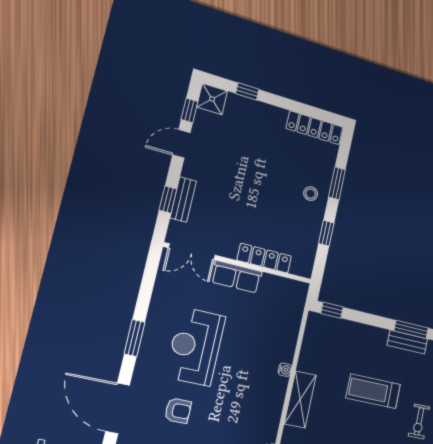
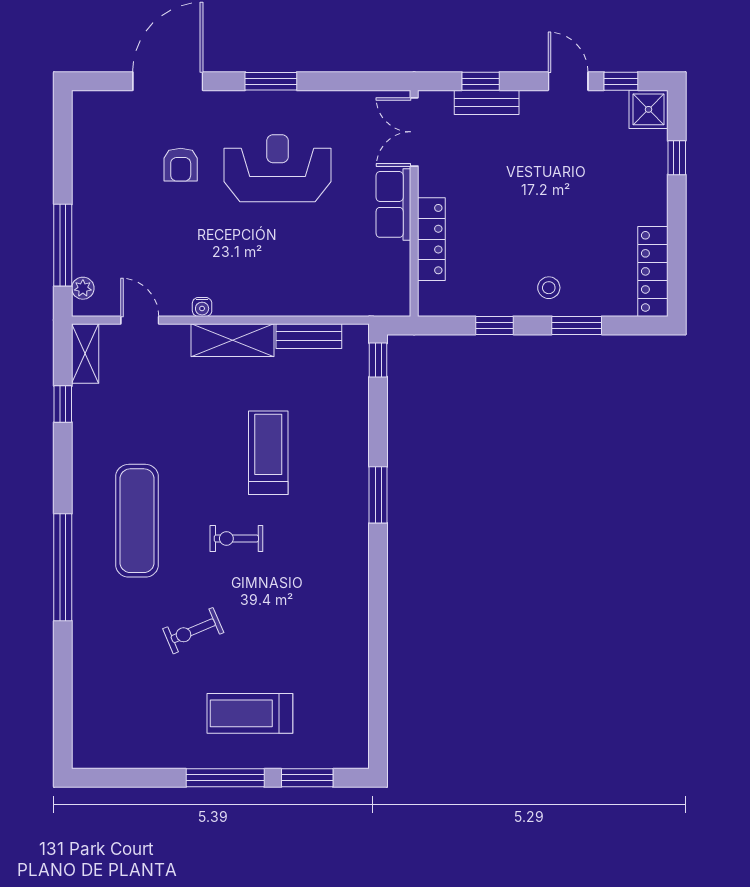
bench: (407, 342) -> (309, 336), moved, turned 90
water cooler: (285, 370) -> (202, 307), moved

